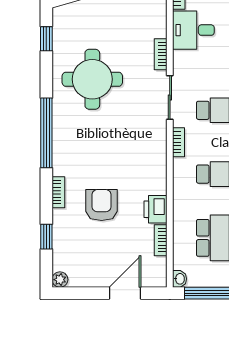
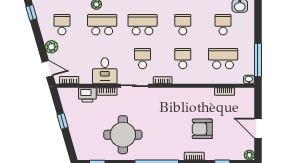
desk: (193, 30) -> (105, 71), moved
printer: (155, 209) -> (87, 95), moved
door: (125, 293) -> (258, 128), moved

